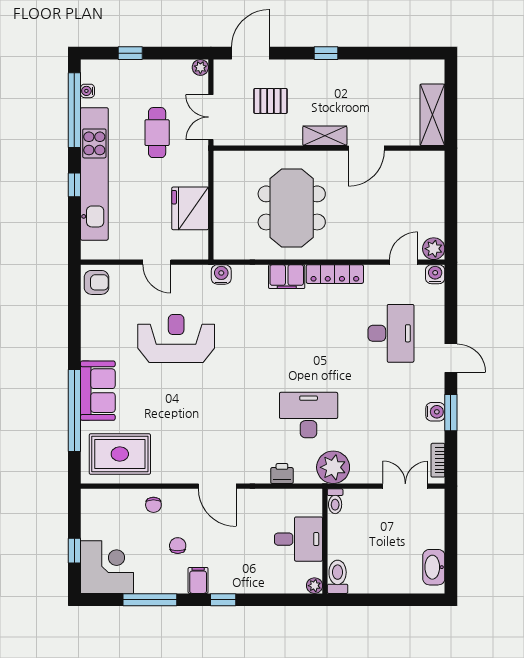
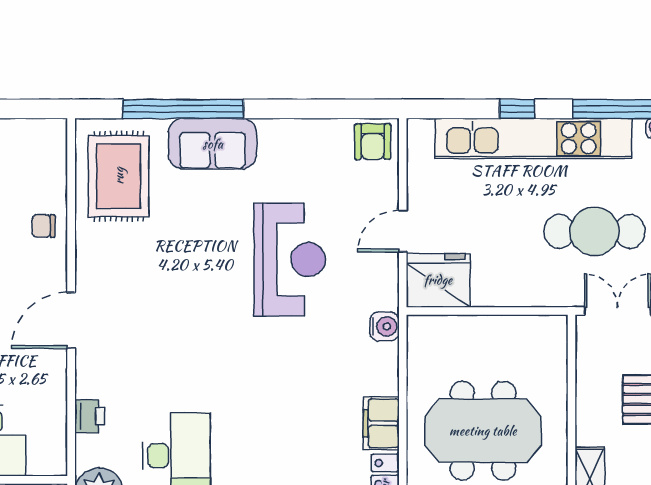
cafe table: (157, 133) -> (595, 231), width x1.37, depth x1.35
fridge: (190, 208) -> (438, 280), moved

